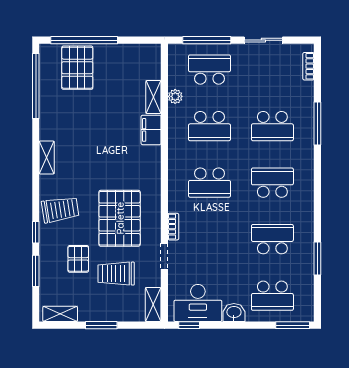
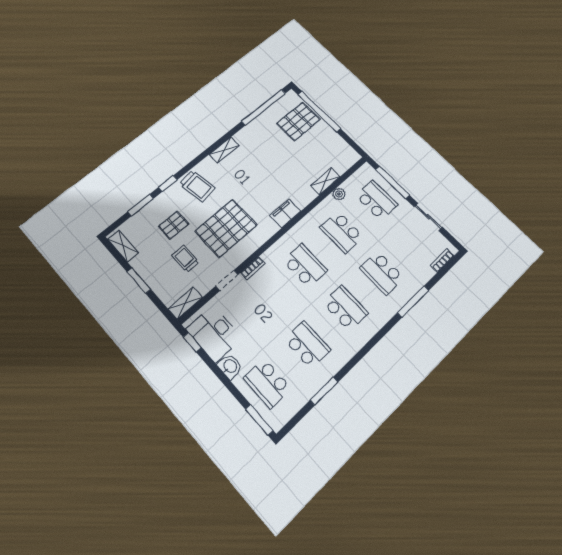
filing cabinet: (151, 130) -> (285, 213), moved
school desk: (209, 183) -> (305, 265), turned 180
trolley: (116, 274) -> (185, 259), width x0.73, depth x0.72

